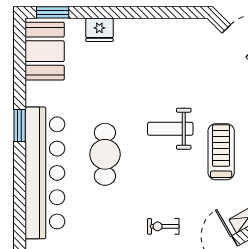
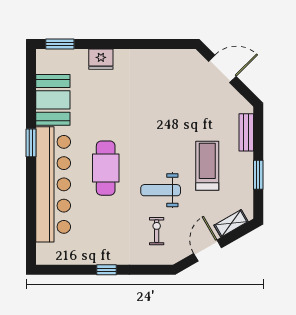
booth: (45, 51) -> (53, 100), moved
weight bench: (170, 129) -> (161, 190), moved
exercise bike: (163, 226) -> (157, 231), turned 90

